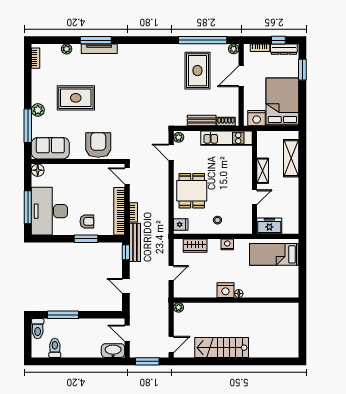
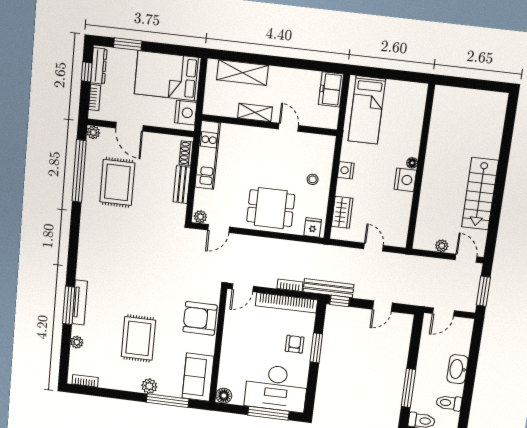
rug: (197, 71) -> (117, 182), turned 90
freezer: (269, 226) -> (331, 89), moved
plant: (179, 307) -> (442, 246), moved
washbasin: (113, 351) -> (457, 369), moved

